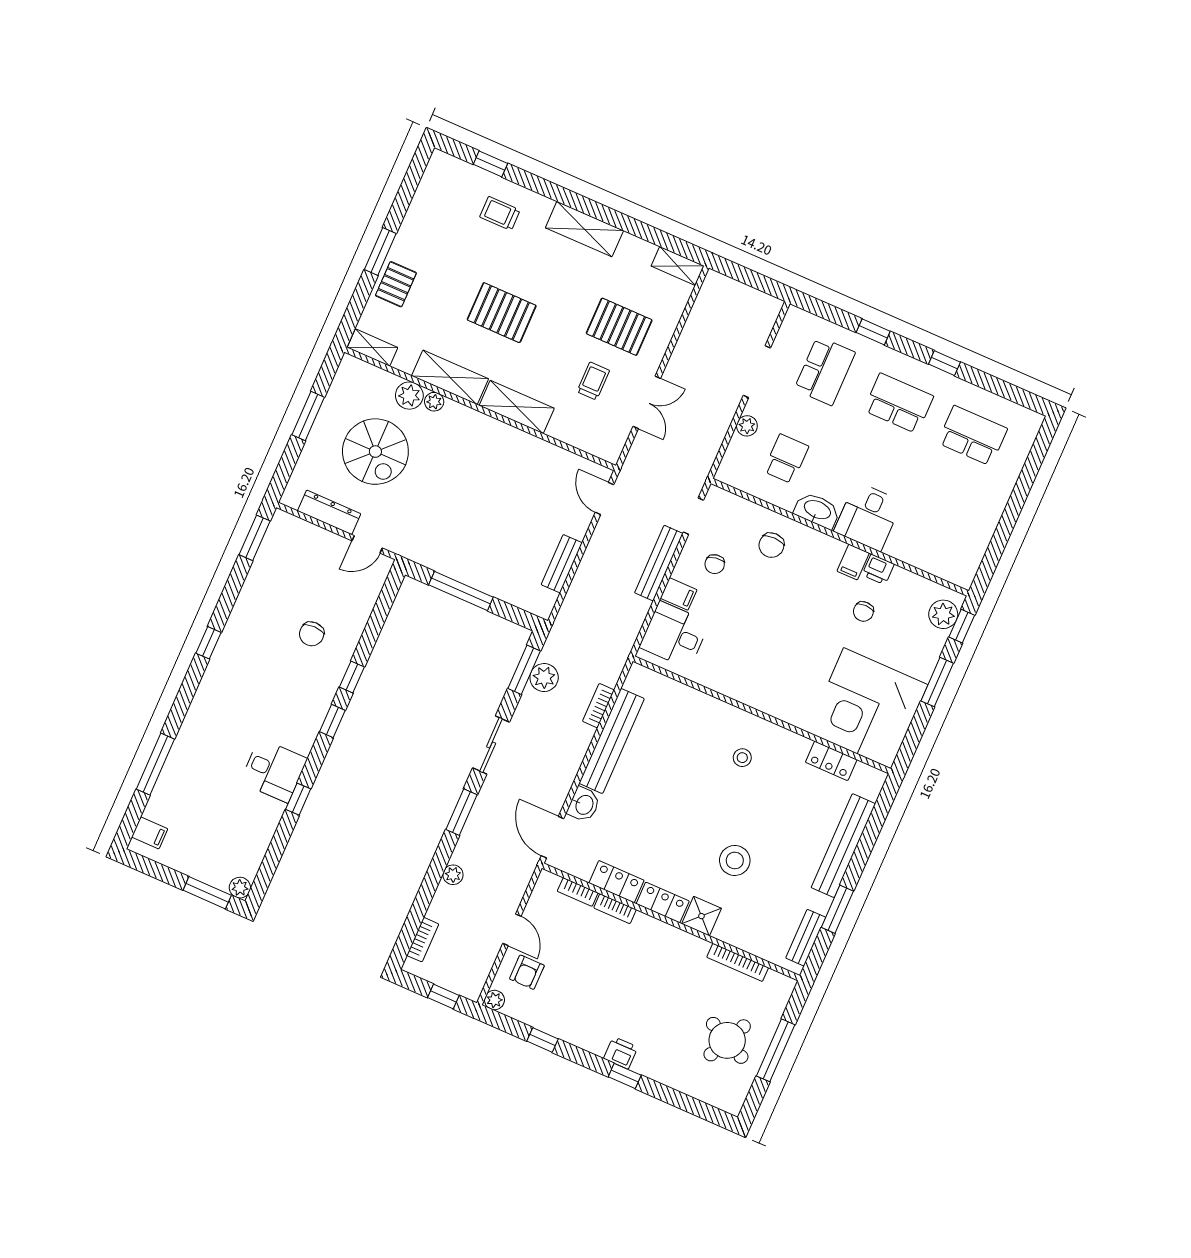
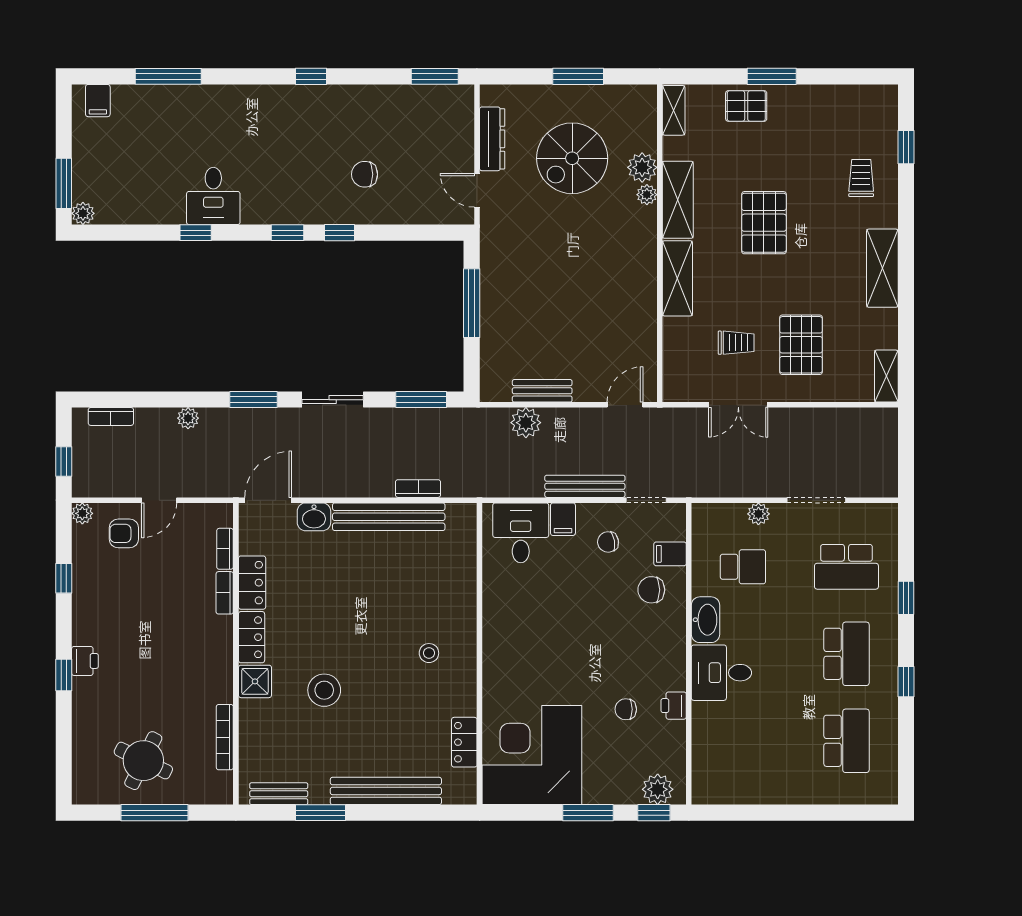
filing cabinet: (853, 562) -> (670, 554), moved
plant: (544, 678) -> (526, 423), moved

